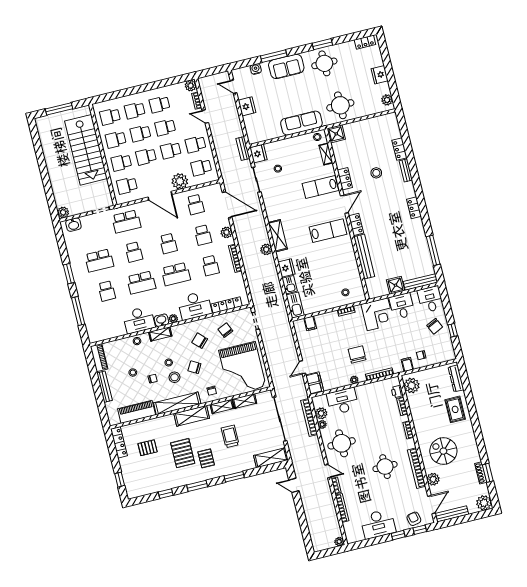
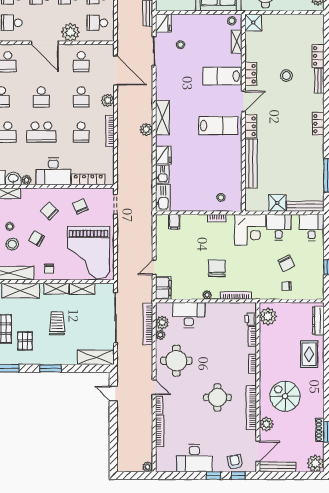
chair: (435, 326) -> (286, 263), moved
filing cabinet: (407, 364) -> (269, 292), removed

